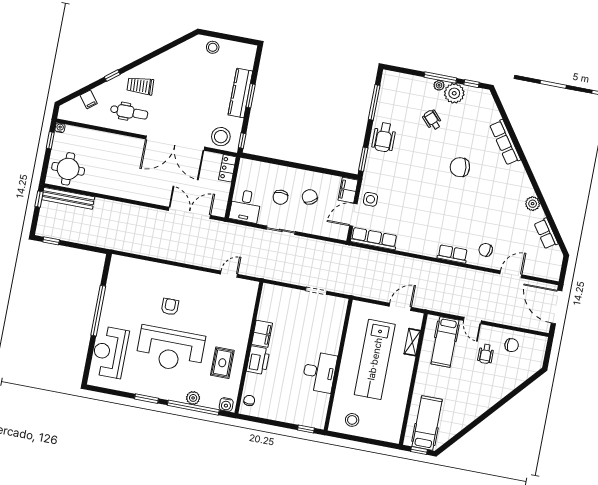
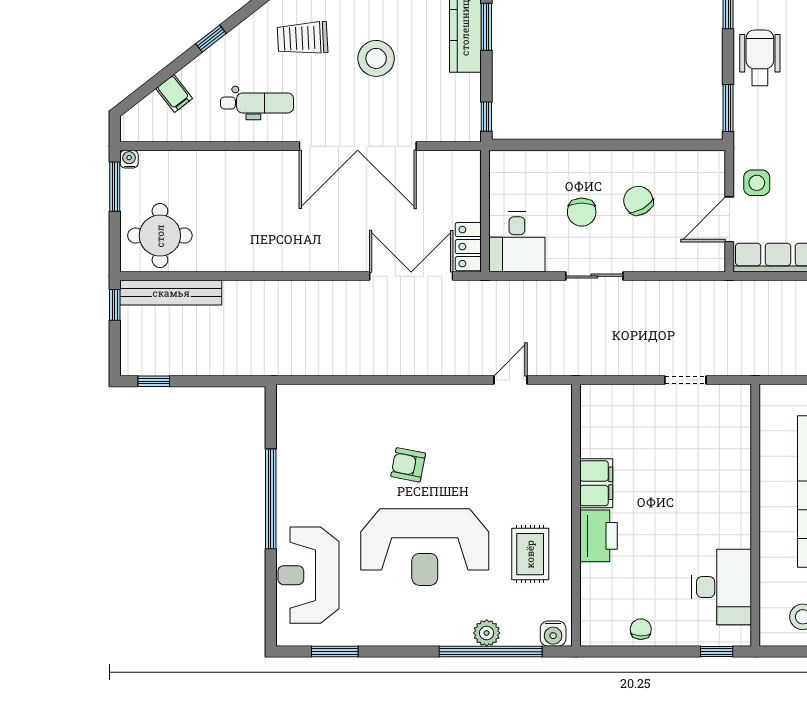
trolley: (140, 86) -> (303, 38), moved
stool: (221, 137) -> (376, 58), moved
wheelchair: (384, 137) -> (760, 58), turned 180
window: (50, 140) -> (115, 187), width x1.50
locker: (227, 168) -> (468, 247), moved
filing cabinet: (348, 190) -> (710, 173), removed
armchair: (170, 307) -> (408, 465), turned -79
desk: (319, 372) -> (722, 587), moved
window: (147, 399) -> (335, 652), moved
chair: (249, 401) -> (641, 629), moved

